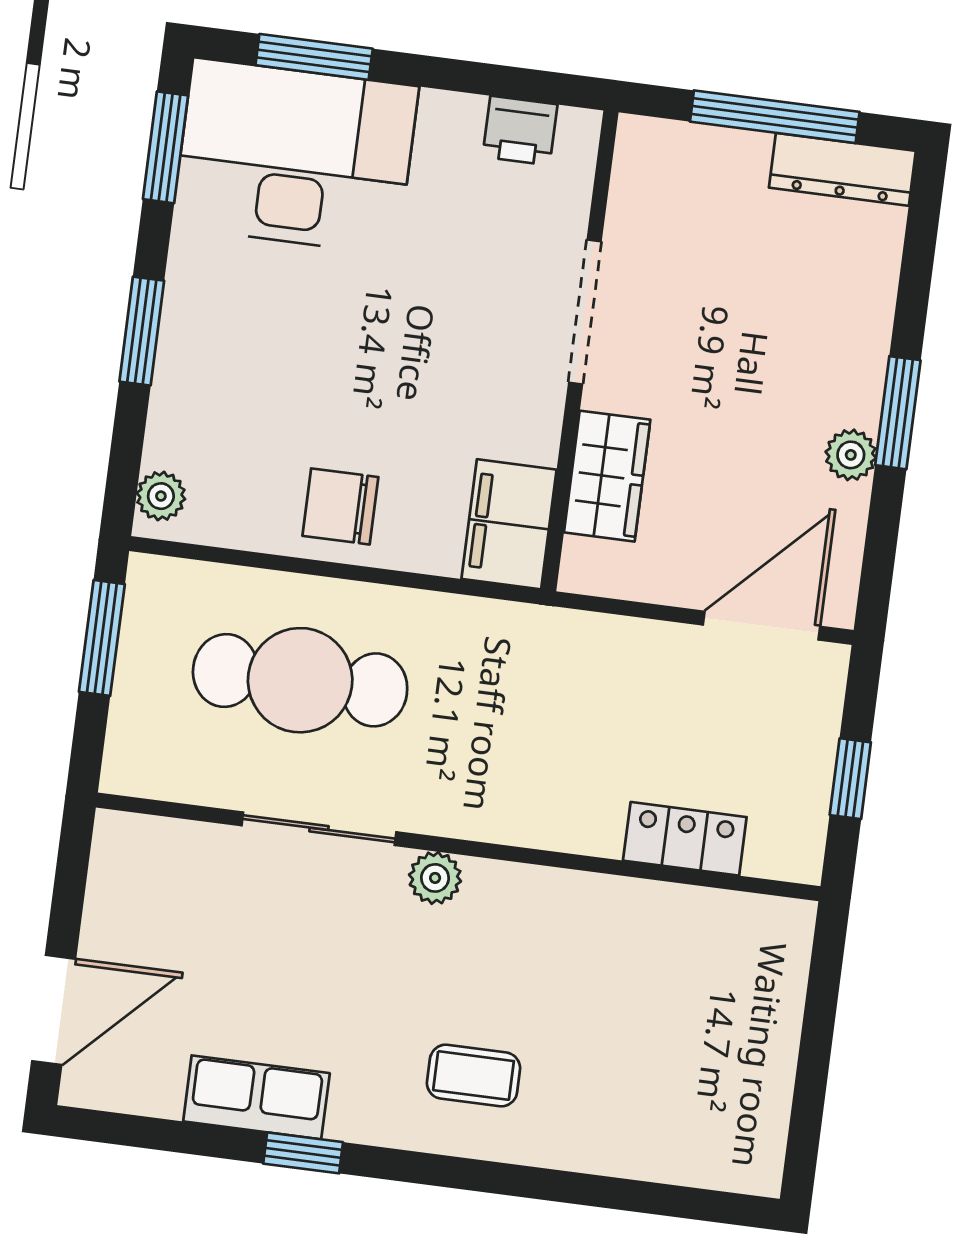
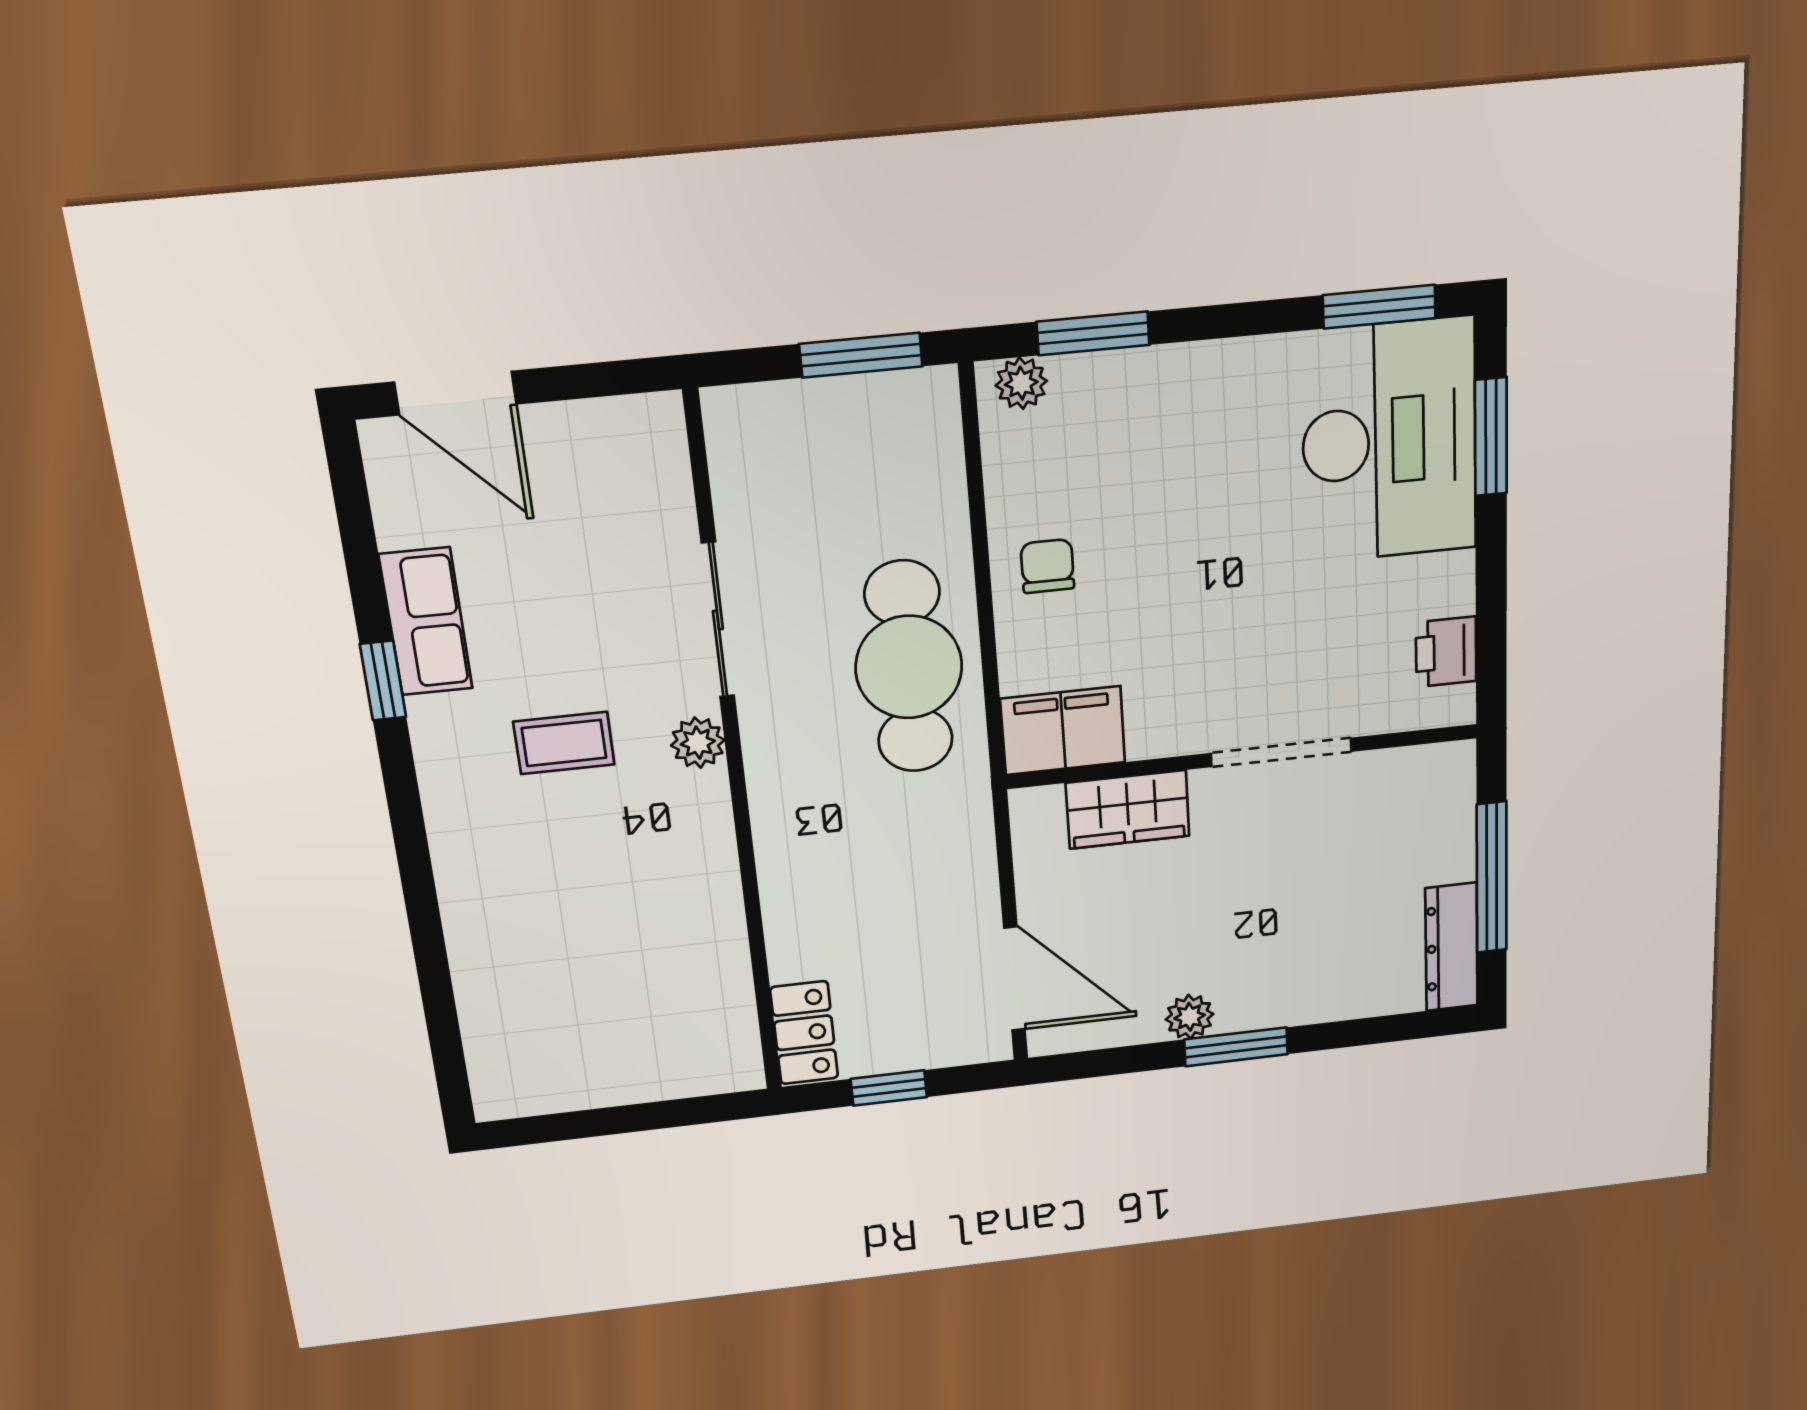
window: (142, 331) -> (1093, 333), moved
chair: (340, 506) -> (1047, 566), width x0.73, depth x0.73
cafe table: (300, 680) -> (909, 667), moved
locker: (685, 839) -> (804, 1033), moved
coffee table: (474, 1076) -> (564, 743), moved, turned 90

